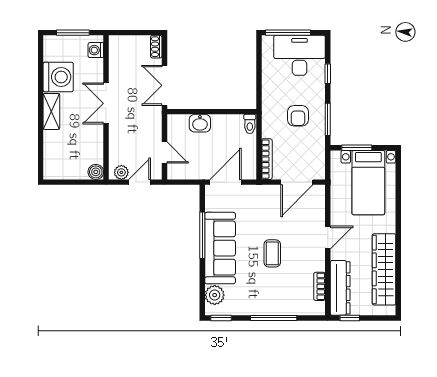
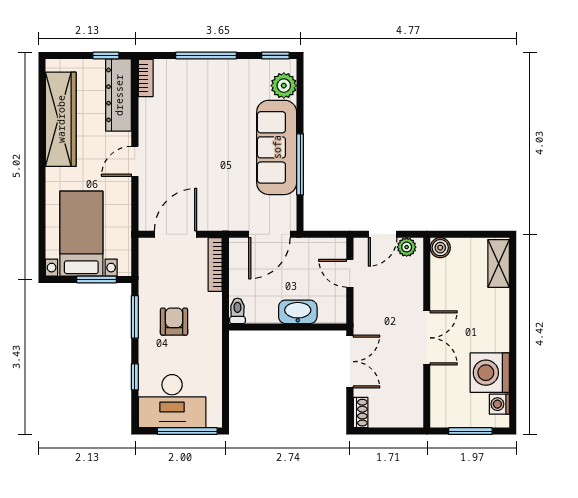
washing machine: (96, 50) -> (499, 404), moved, turned 180
shelving: (51, 111) -> (499, 263), moved
washbasin: (200, 123) -> (298, 312), width x1.38
coffee table: (272, 253) -> (208, 140), removed
bookcase: (319, 286) -> (146, 78), moved

